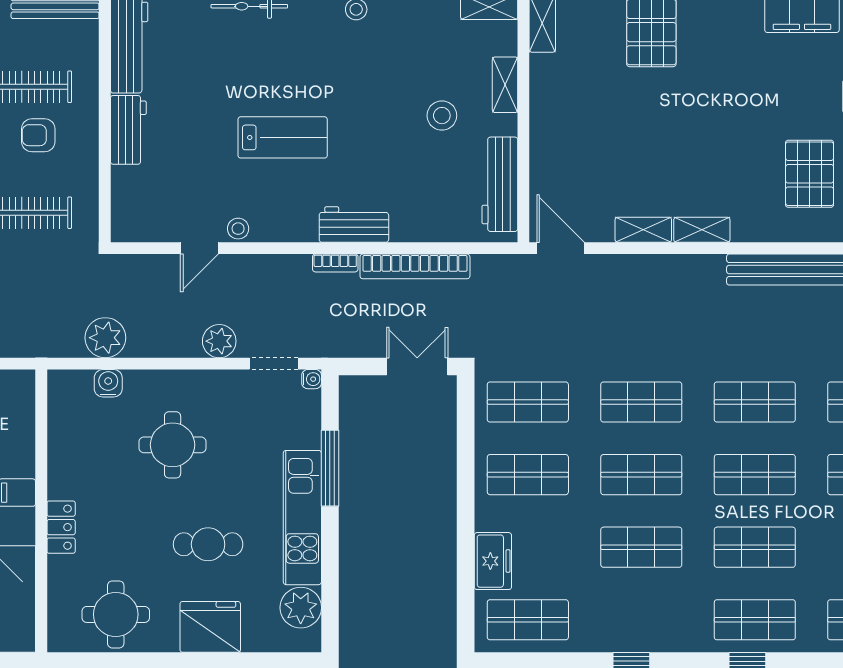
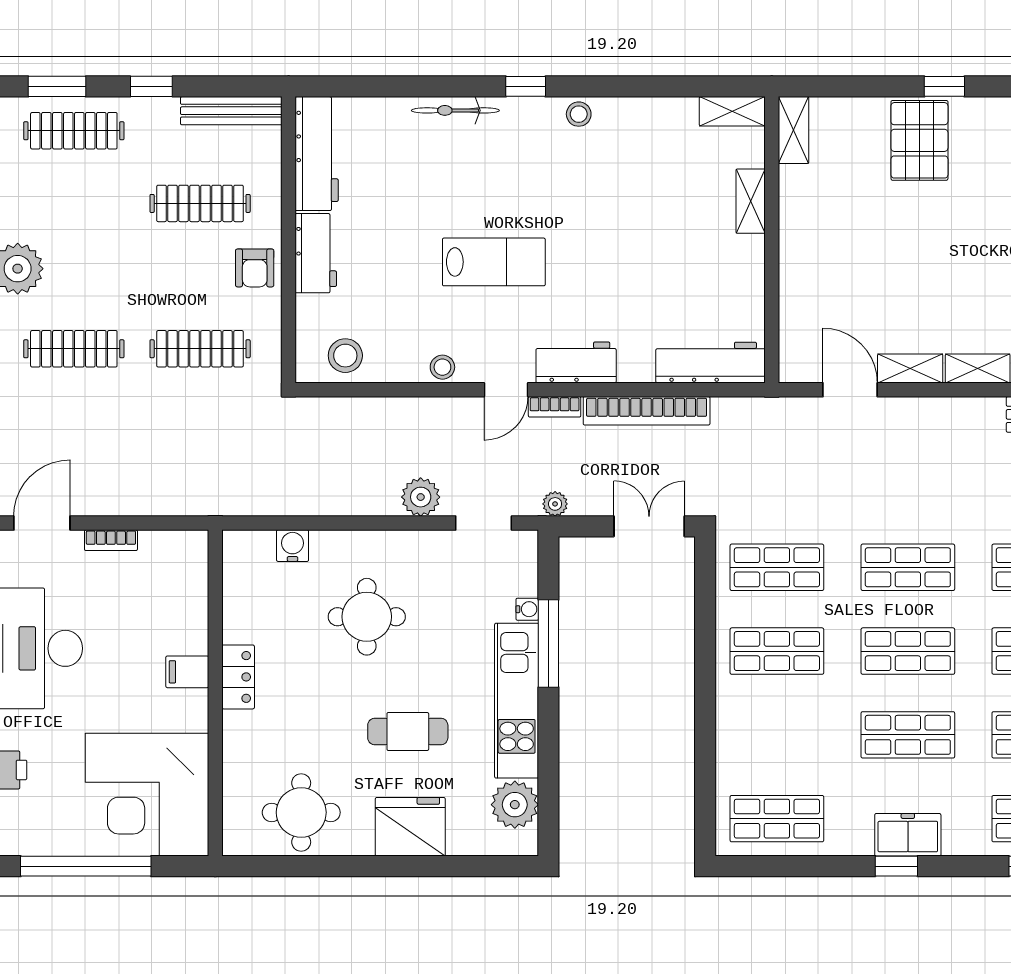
stool: (442, 116) -> (345, 356), moved
armchair: (38, 135) -> (255, 268), moved, turned -90
workbench: (500, 184) -> (710, 363), moved, turned 90
door: (199, 248) -> (506, 390), moved
door: (561, 248) -> (850, 390), moved
plant: (105, 338) -> (555, 504), moved, width x0.53, depth x0.53
water cooler: (312, 379) -> (527, 609), moved
locker: (61, 527) -> (238, 677), moved
freezer: (493, 561) -> (908, 835), moved, turned -90

